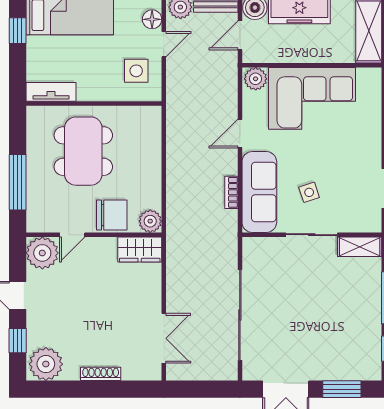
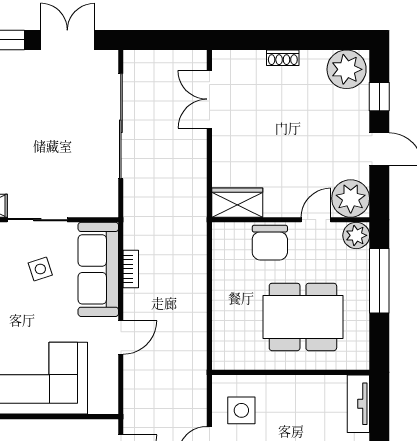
plant: (256, 79) -> (103, 401), removed
tv unit: (51, 92) -> (358, 404), moved, turned 90
dining table: (83, 151) -> (303, 317), turned 90
chair: (112, 215) -> (270, 243), turned -90
plant: (150, 221) -> (356, 235), moved
shoe rack: (101, 374) -> (283, 58), width x0.70

